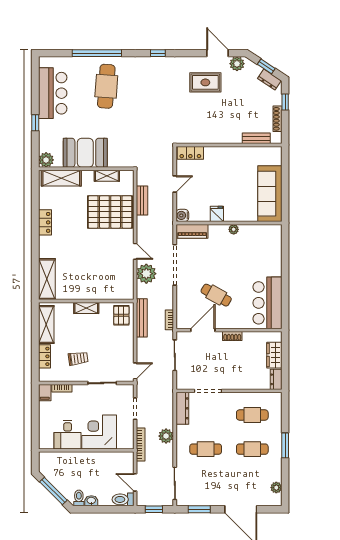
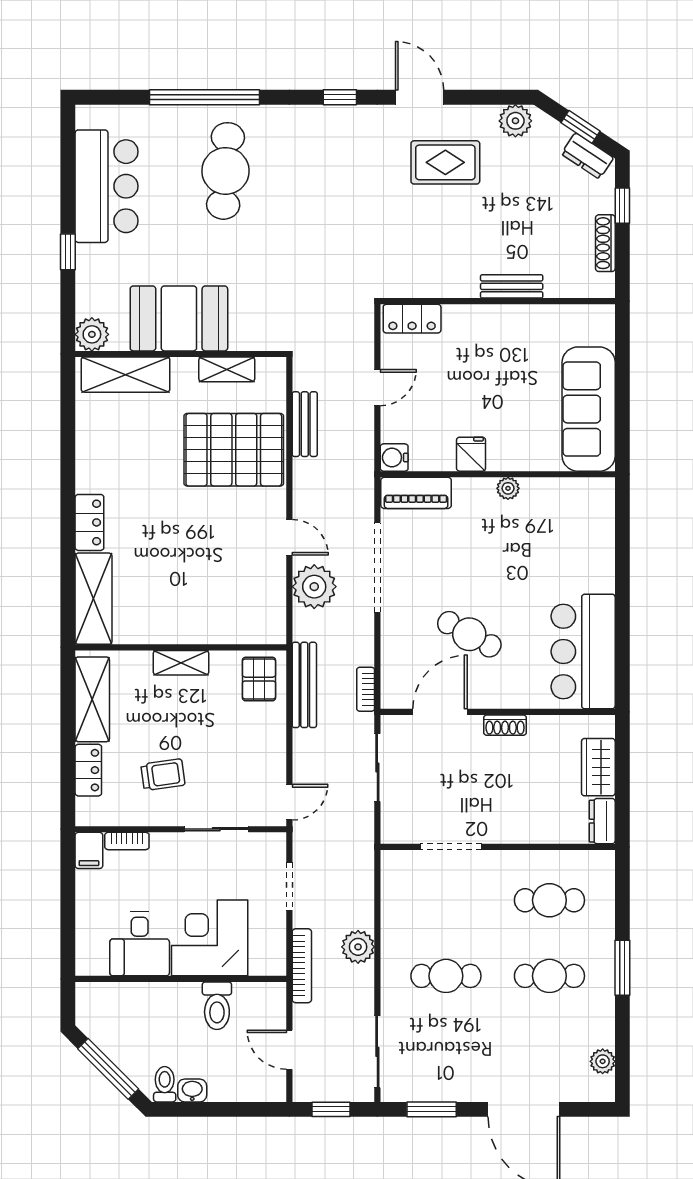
door: (218, 53) -> (420, 97), moved
bench: (256, 138) -> (512, 286), moved
locker: (45, 222) -> (89, 522), moved
dresser: (182, 408) -> (394, 885), removed
toilet: (123, 499) -> (217, 1006), moved, turned -90

